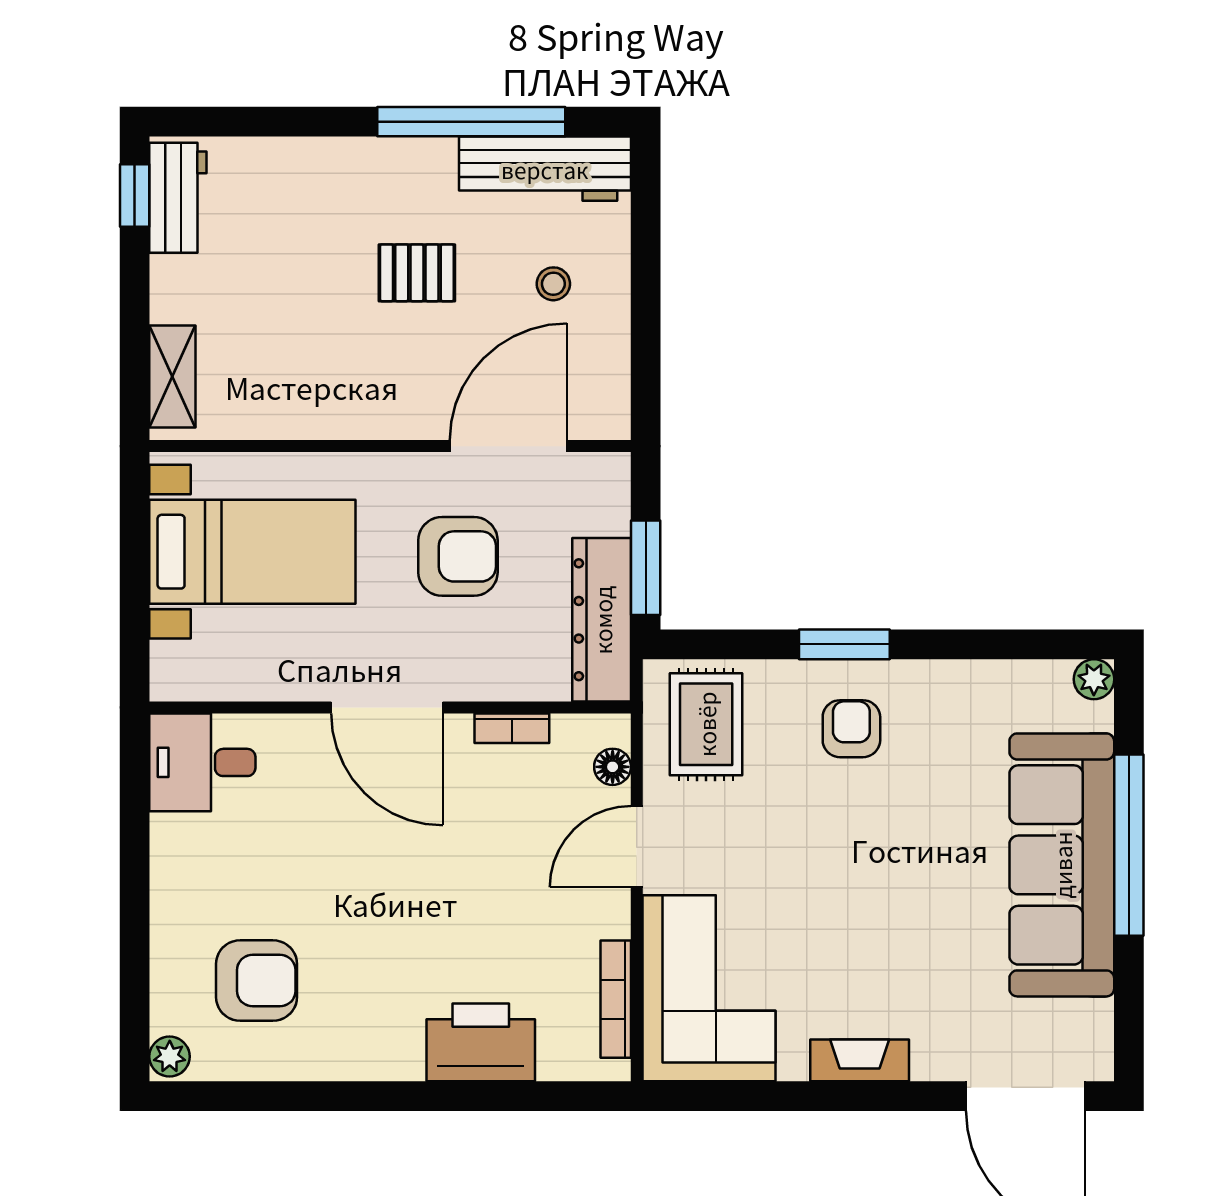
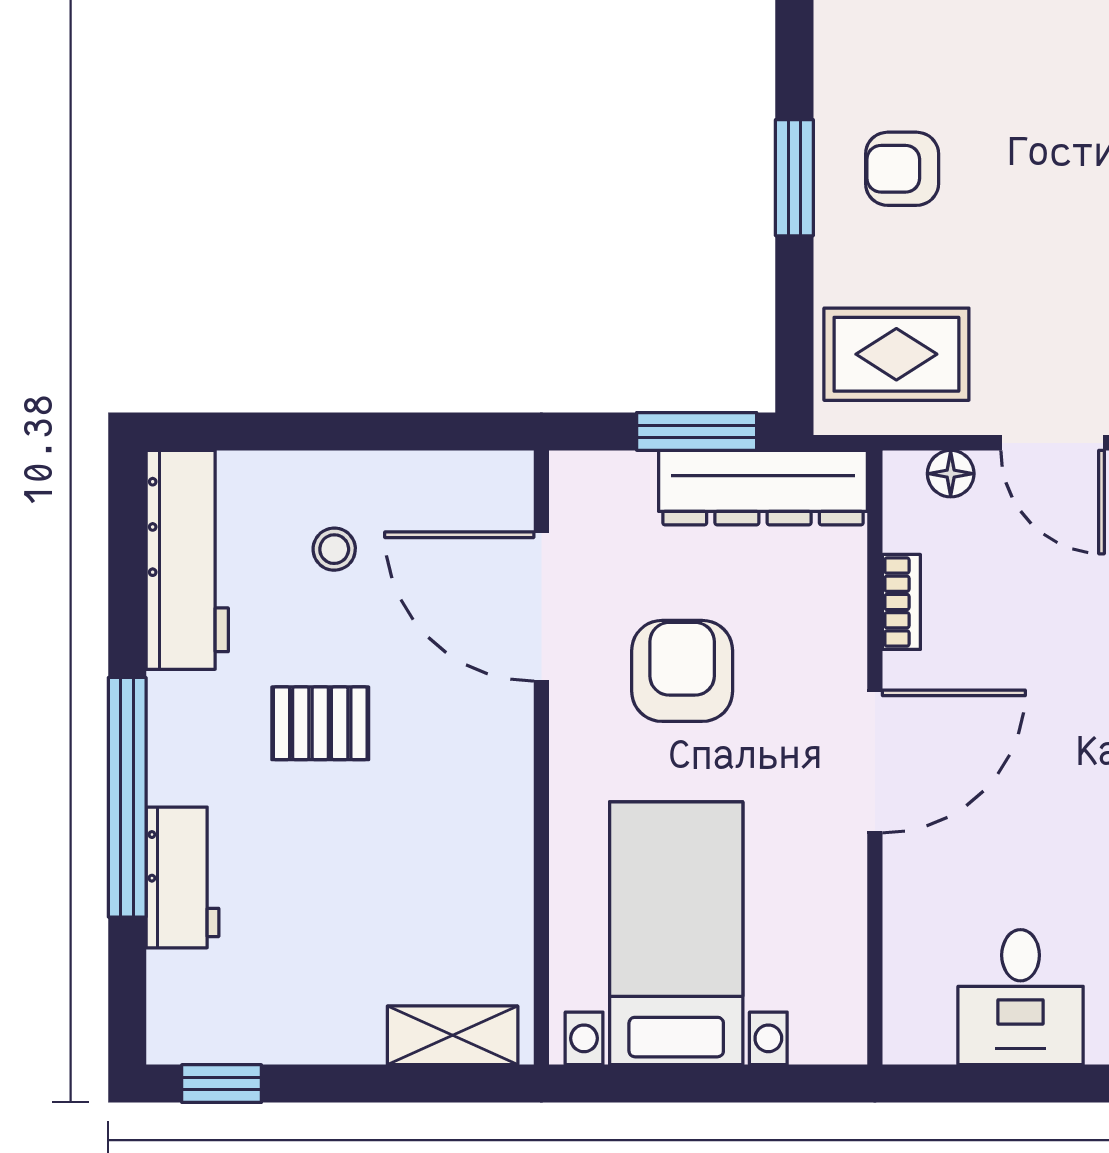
window: (471, 122) -> (127, 797), moved
workbench: (178, 198) -> (182, 877), moved, turned 90
pallet: (417, 273) -> (320, 723), turned 90
desk: (202, 762) -> (1021, 997), moved

